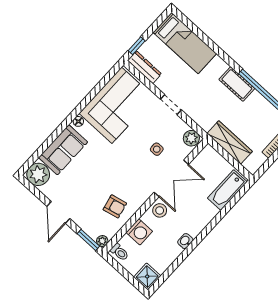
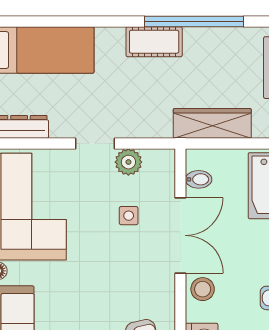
plant: (191, 138) -> (128, 162), moved
bidet: (201, 161) -> (199, 179), added

